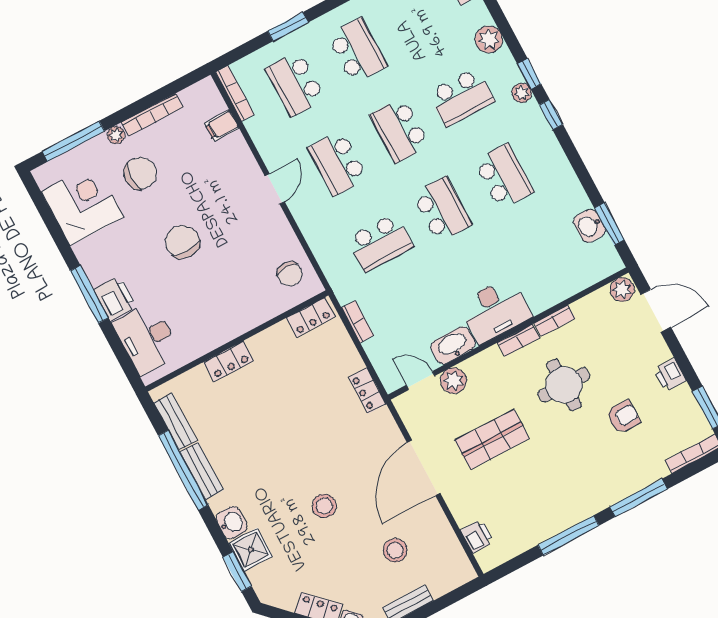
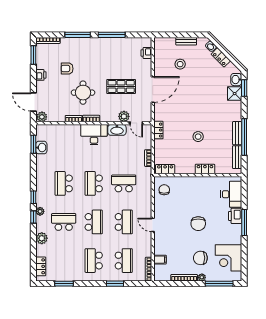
door: (275, 189) -> (153, 225), hinge flipped
stool: (324, 506) -> (198, 137), moved
washbasin: (232, 523) -> (236, 80), moved

